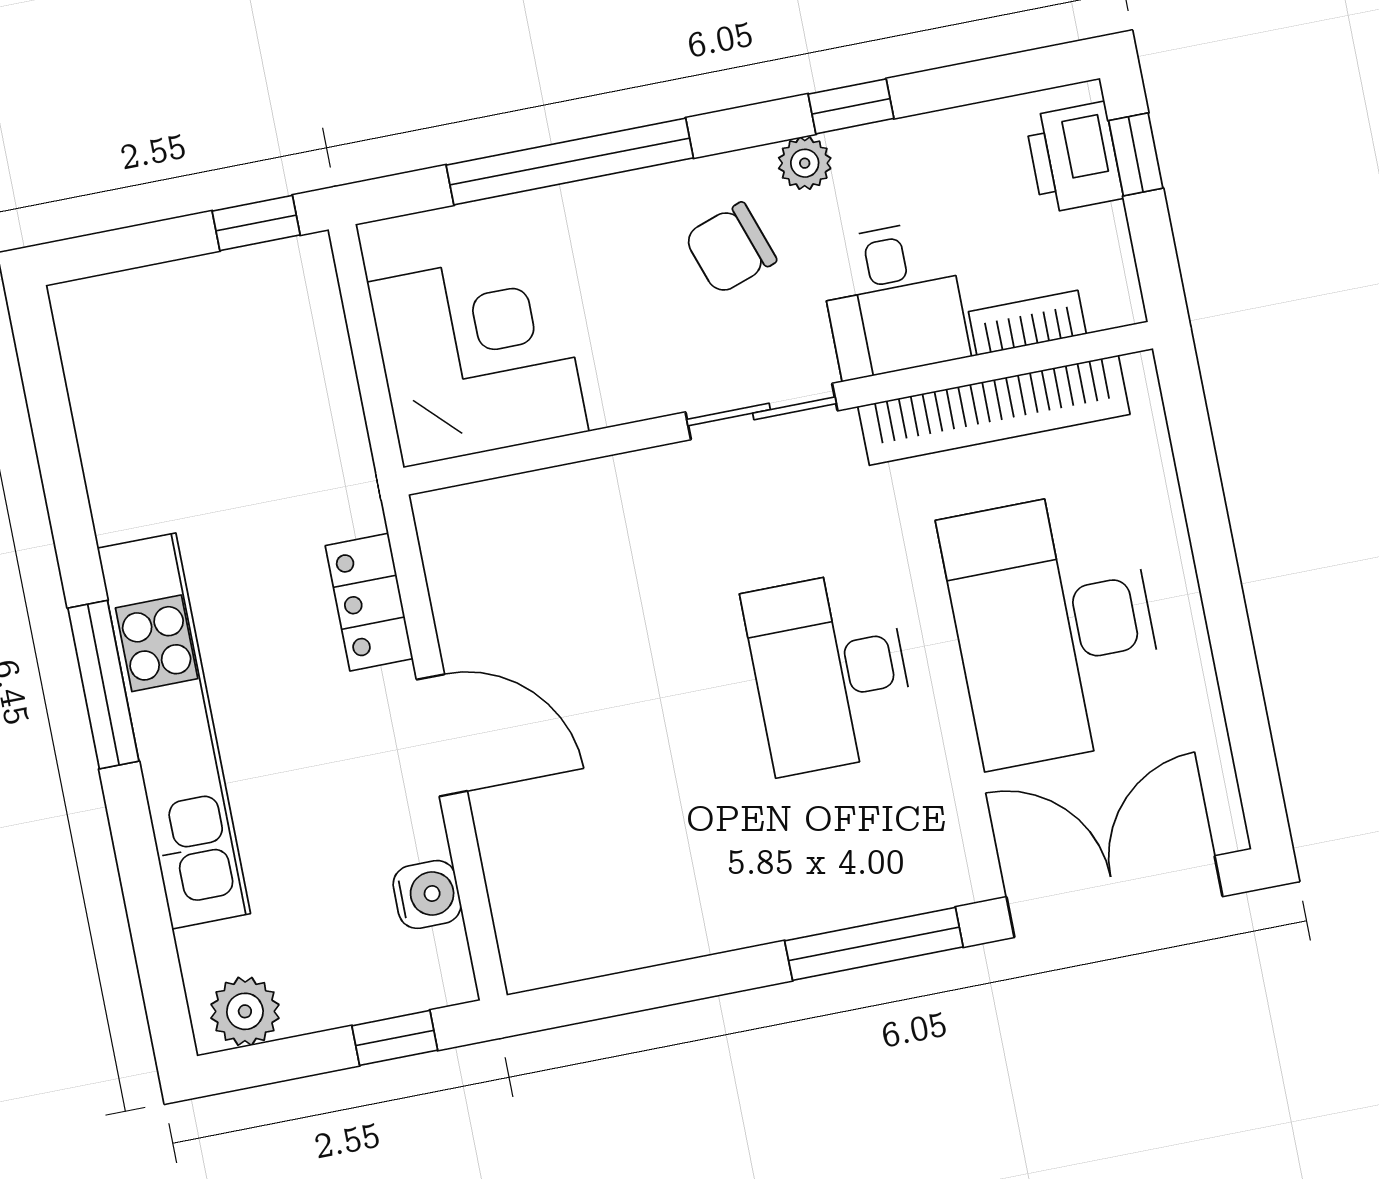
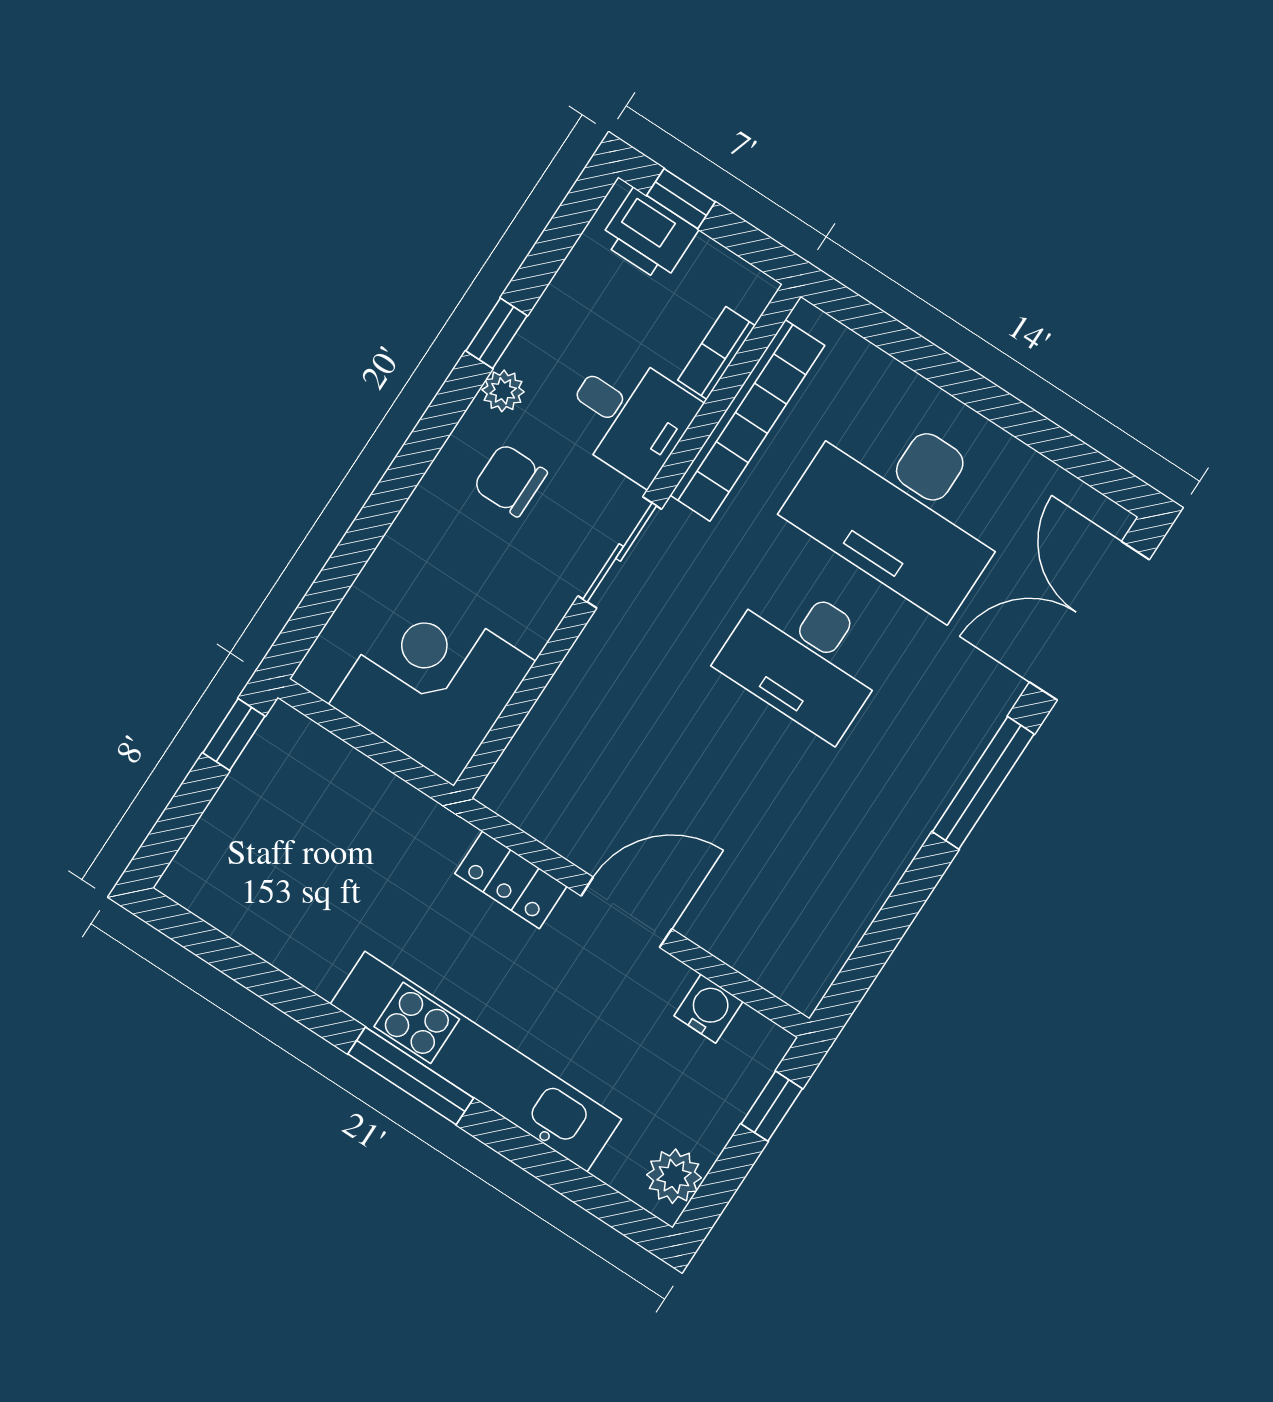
window: (570, 162) -> (372, 523), removed
chair: (730, 248) -> (510, 480), turned 109

